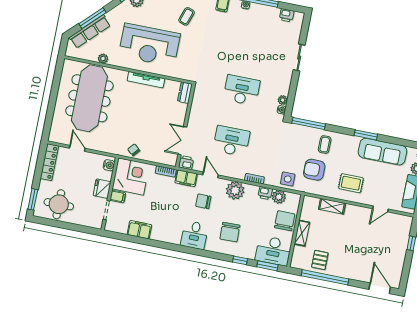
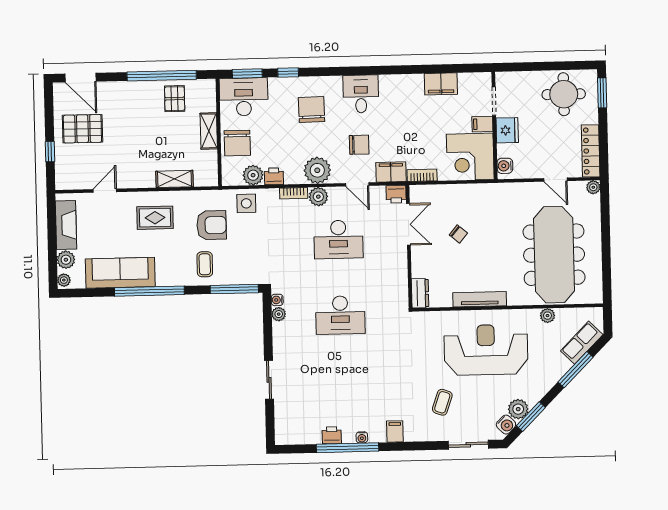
printer: (287, 15) -> (332, 435), moved
row of seats: (90, 31) -> (582, 343), width x0.68
window: (366, 135) -> (149, 291), width x2.11
plant: (53, 137) -> (593, 187), added
chair: (134, 150) -> (458, 234), moved
plant: (238, 173) -> (318, 197), added
pallet: (386, 254) -> (82, 129), added

